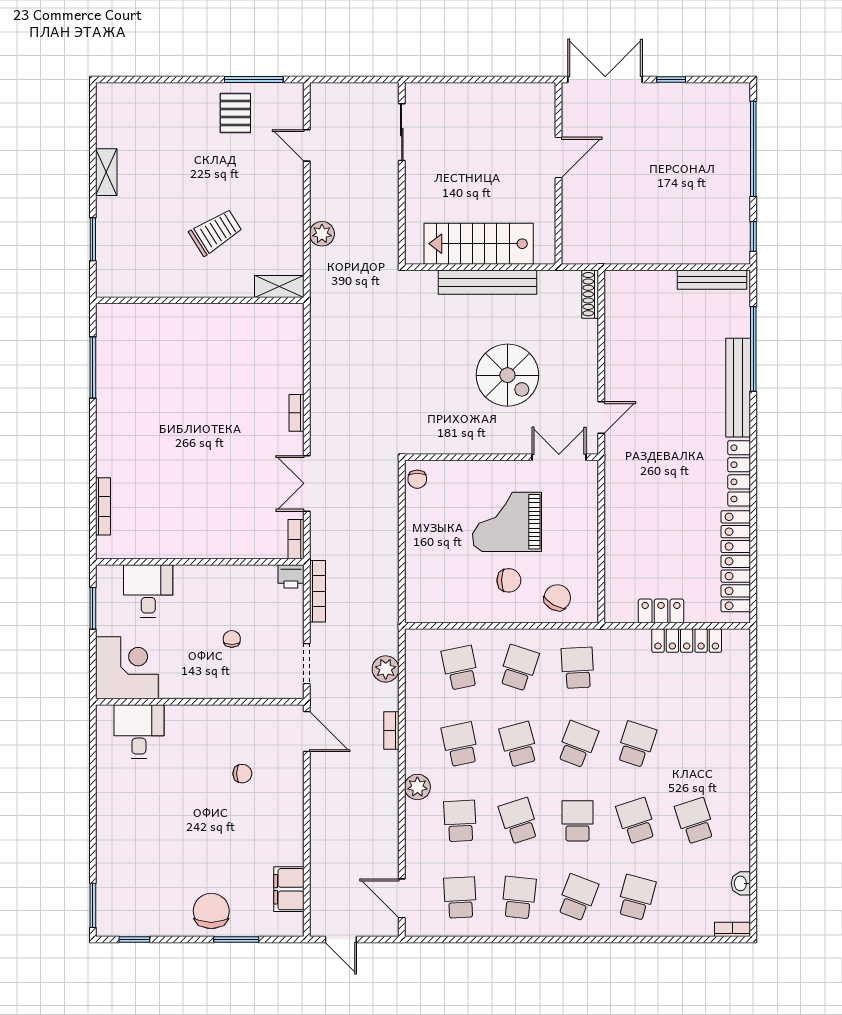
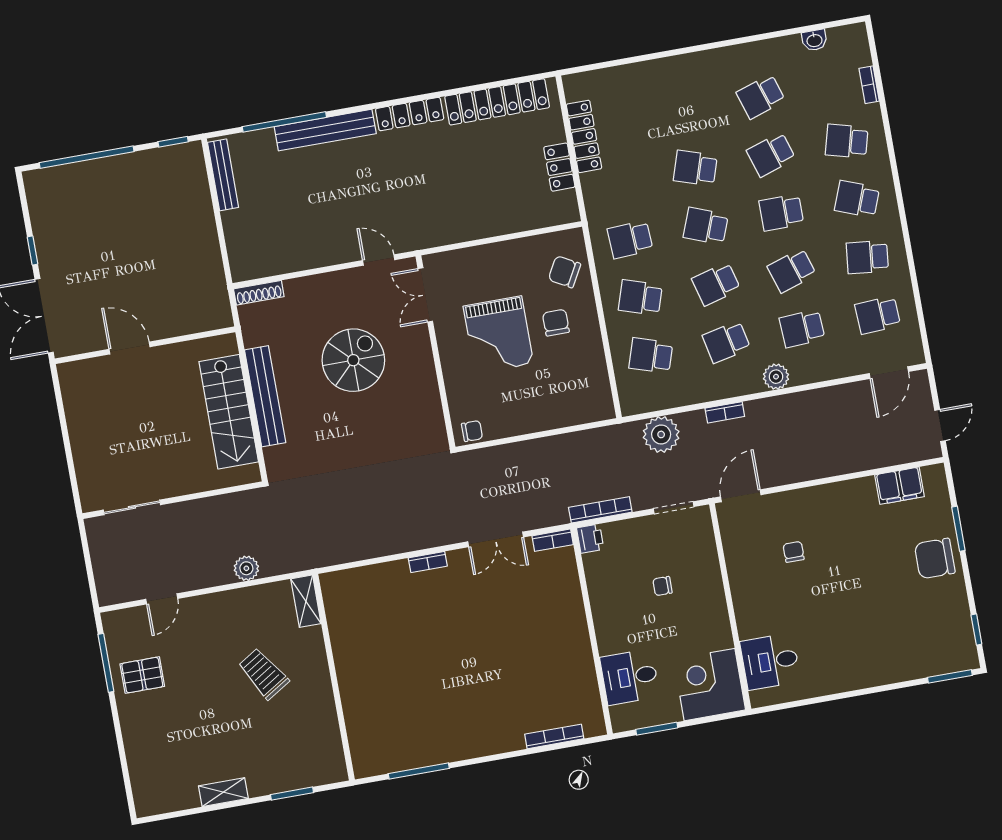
school desk: (460, 668) -> (651, 355), turned 30
plant: (386, 669) -> (661, 434), width x1.36, depth x1.36
bookcase: (733, 929) -> (869, 85), moved

